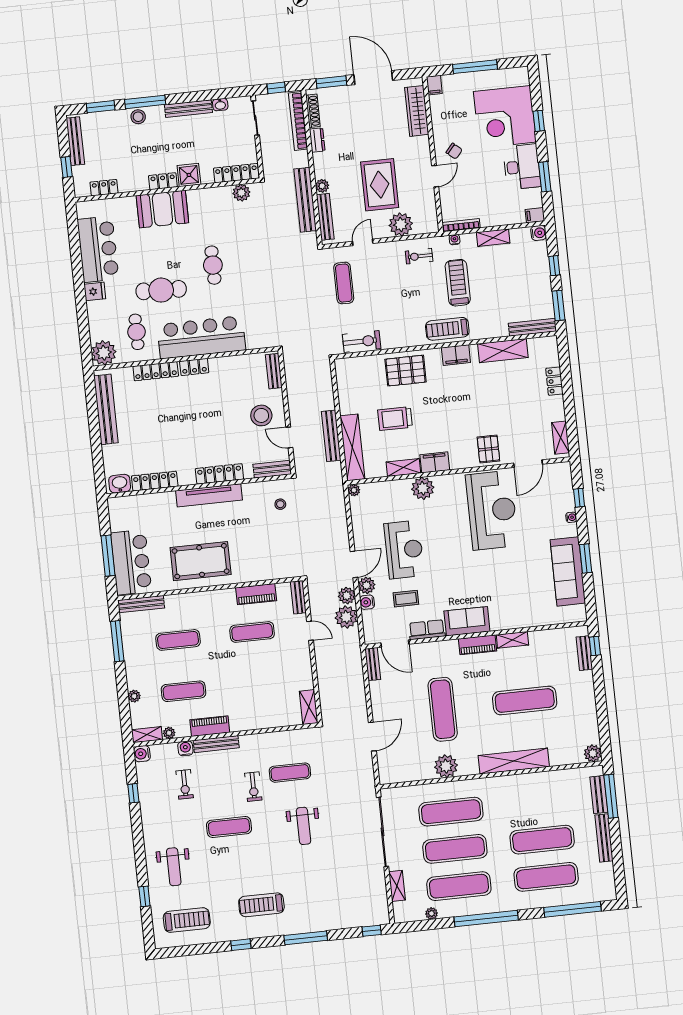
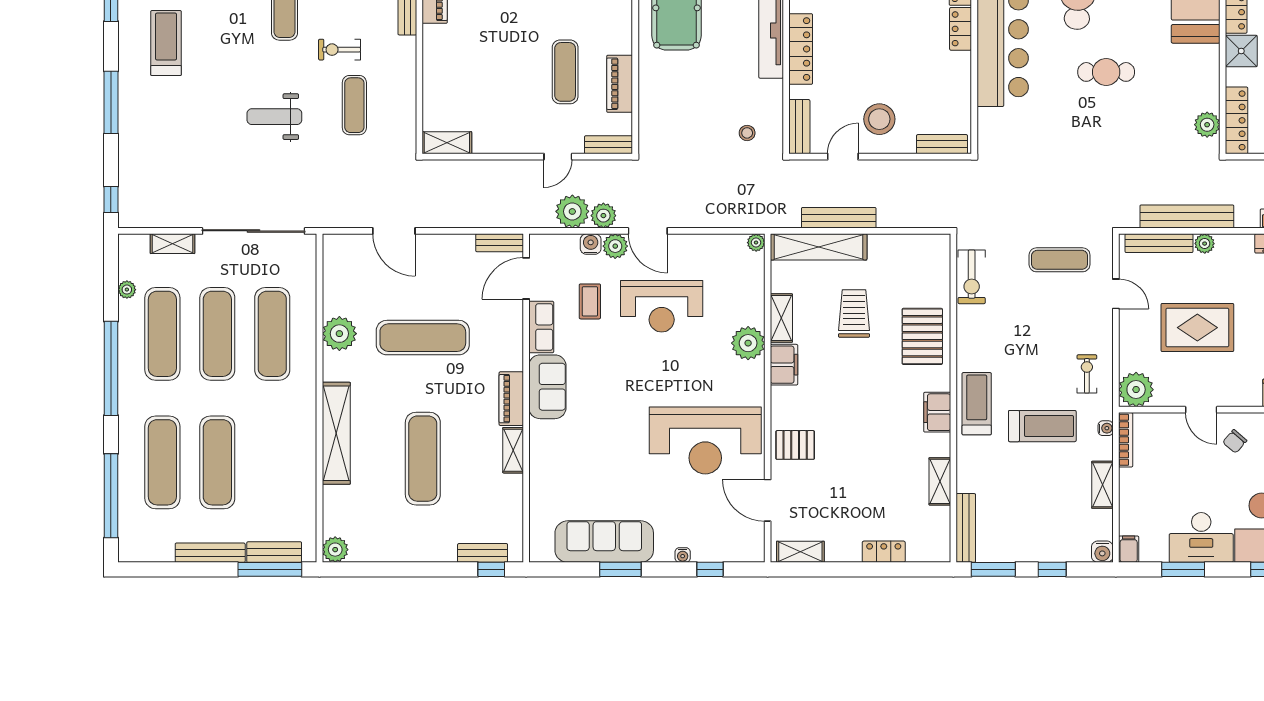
plant: (401, 224) -> (1136, 390), moved
shelving: (503, 351) -> (940, 481), width x0.67, depth x0.75

